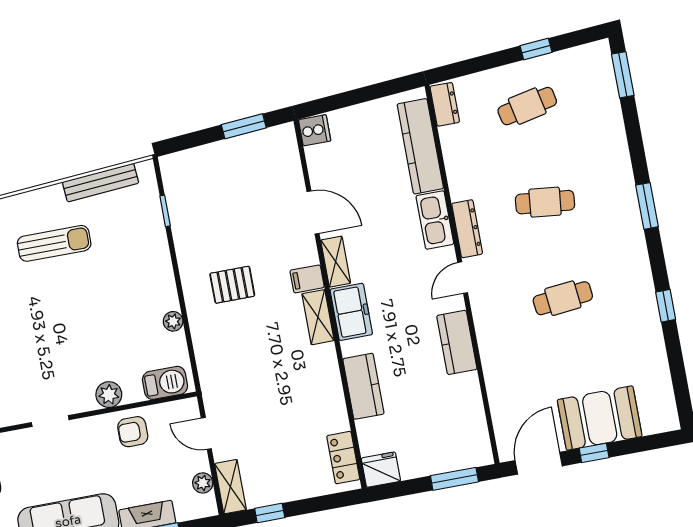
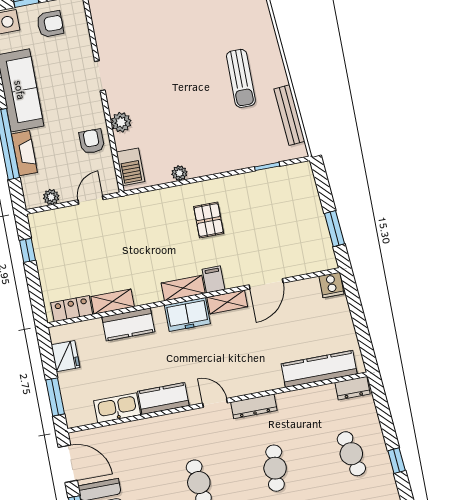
kitchen sink: (435, 220) -> (117, 408), moved
fridge: (381, 470) -> (66, 356), moved
shelving: (230, 487) -> (113, 302), moved

